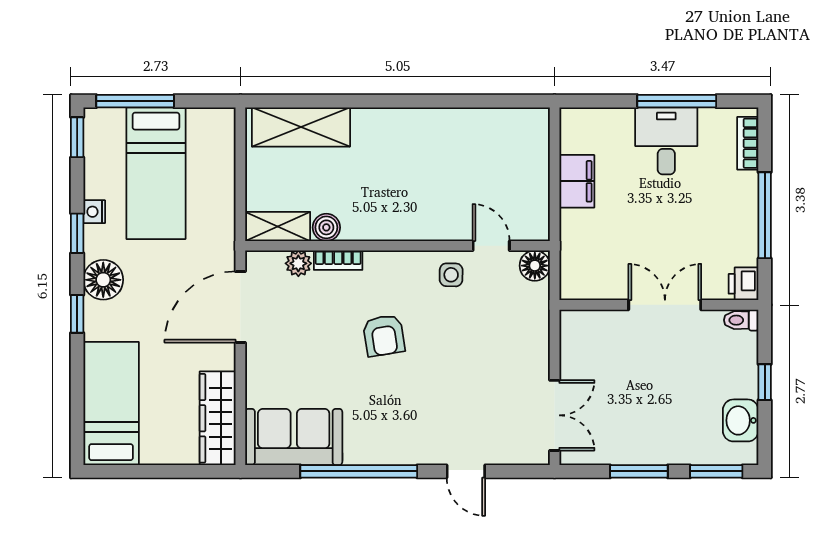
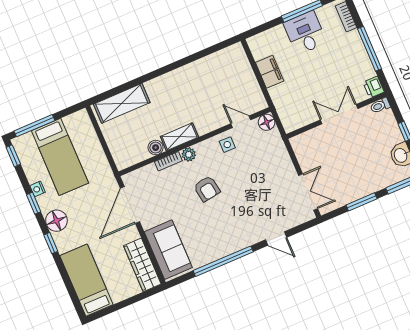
shelving: (278, 226) -> (179, 137), moved
plant: (298, 263) -> (189, 154), moved
sofa: (294, 437) -> (168, 250), moved, turned 90

